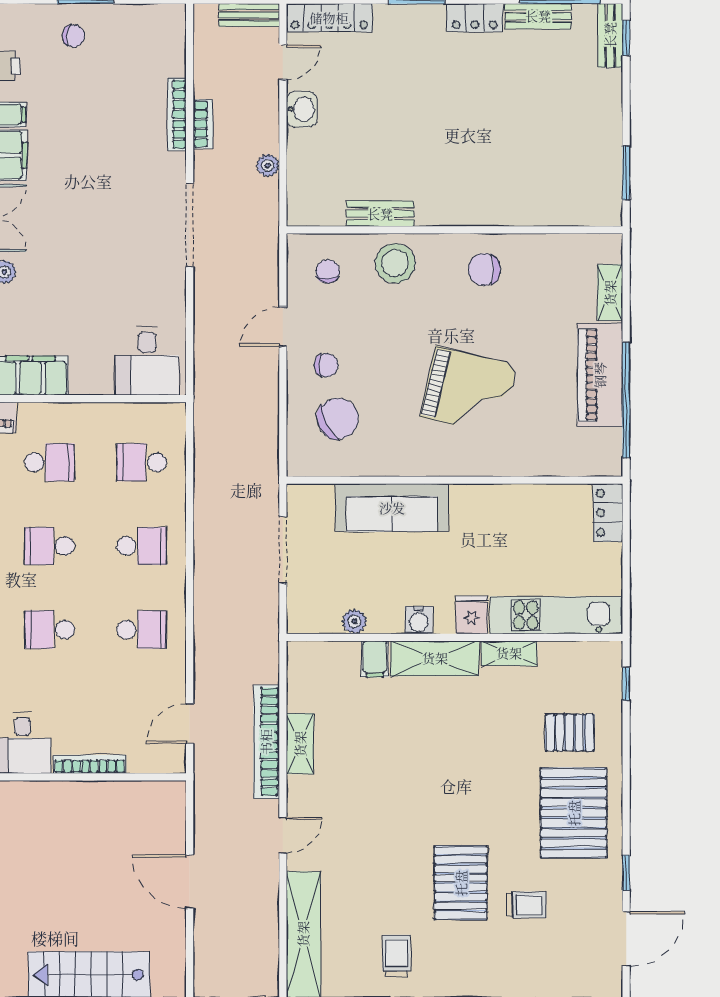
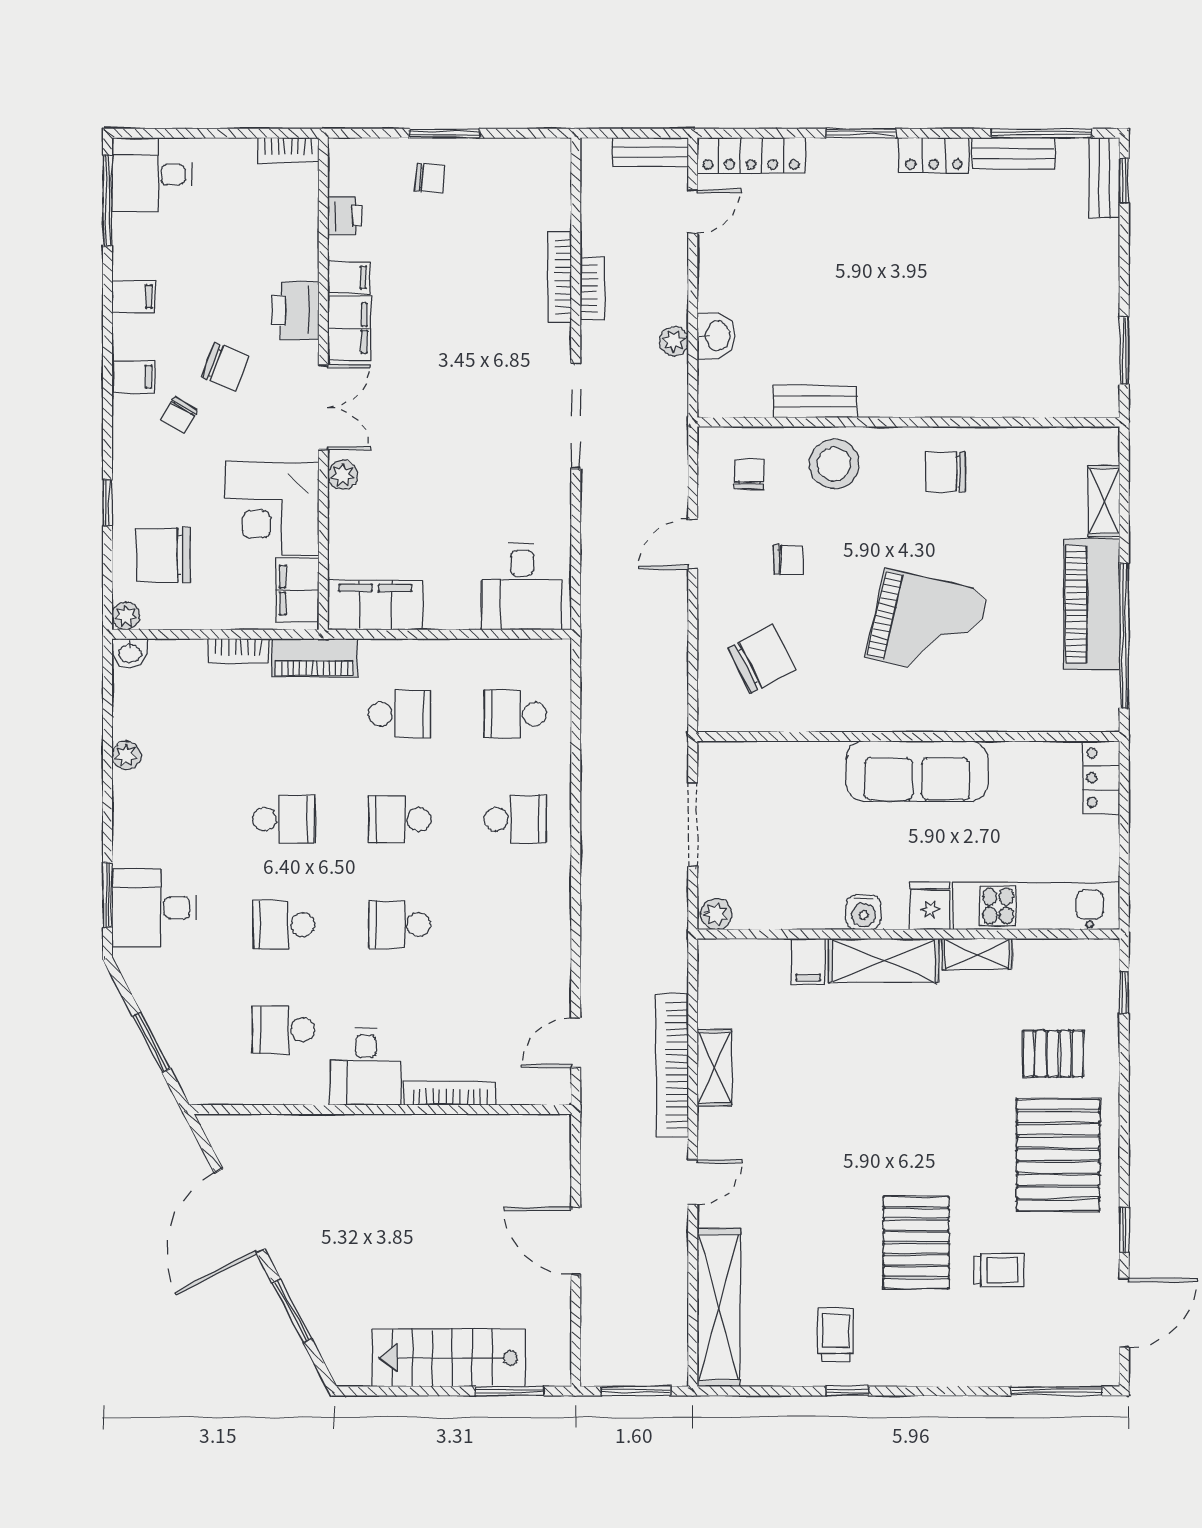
washbasin: (302, 109) -> (716, 336), moved
chair: (326, 365) -> (789, 560), moved
sofa: (392, 508) -> (917, 771), moved
plant: (354, 621) -> (716, 914), moved
school desk: (142, 630) -> (515, 924), removed

